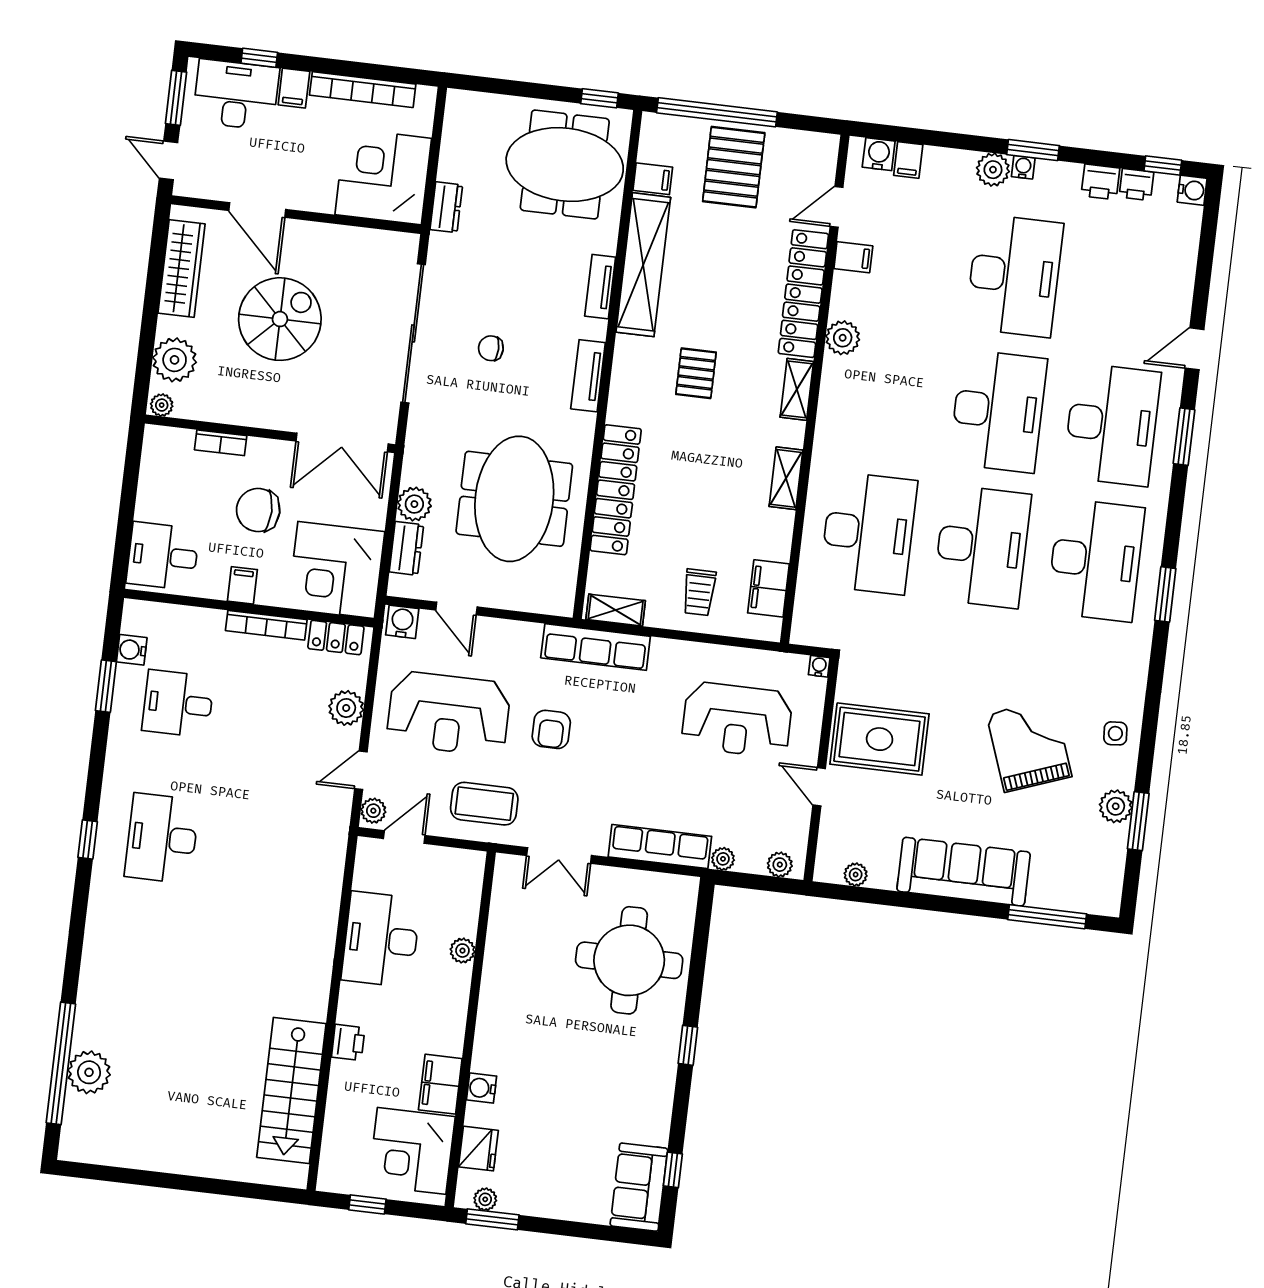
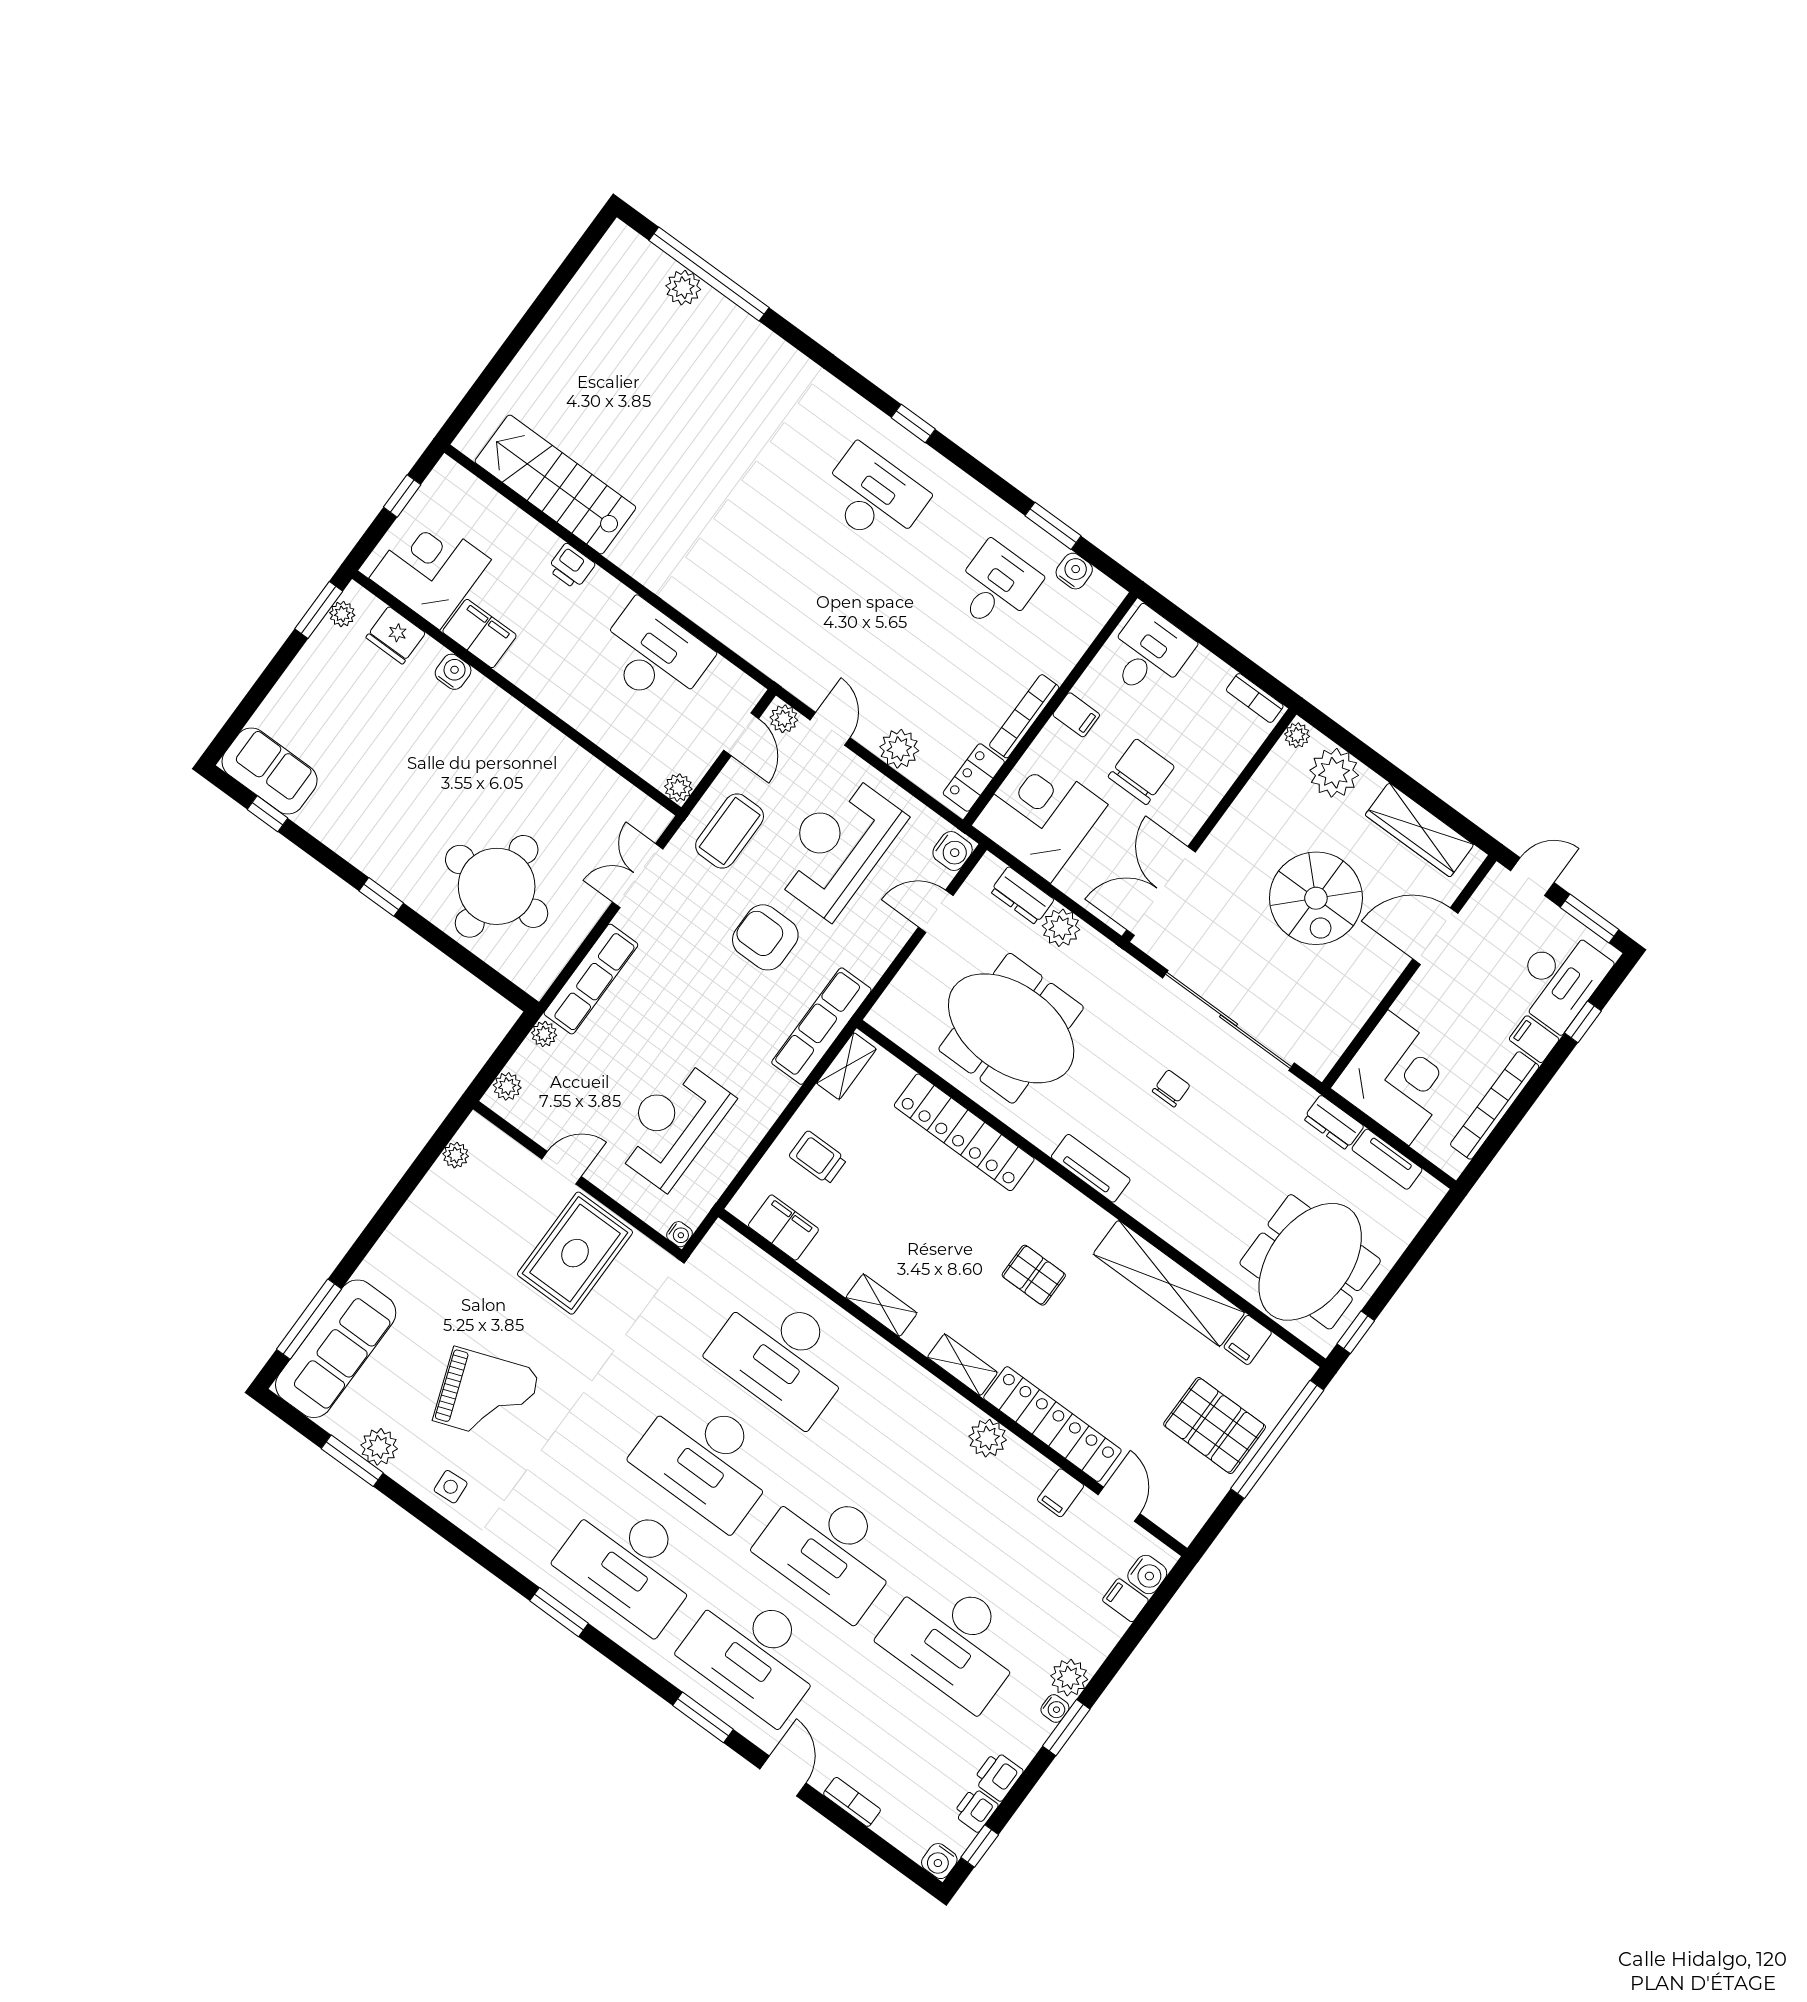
bookcase: (1184, 284) -> (852, 1802), added
tv unit: (600, 287) -> (1387, 1159), moved, turned 180
bookcase: (221, 443) -> (1255, 698), moved, turned -90
armchair: (551, 729) -> (765, 937), width x1.38, depth x1.38
sofa: (964, 872) -> (336, 1349), moved
plant: (462, 951) -> (678, 788), moved
plant: (89, 1072) -> (683, 288), width x0.73, depth x0.73

